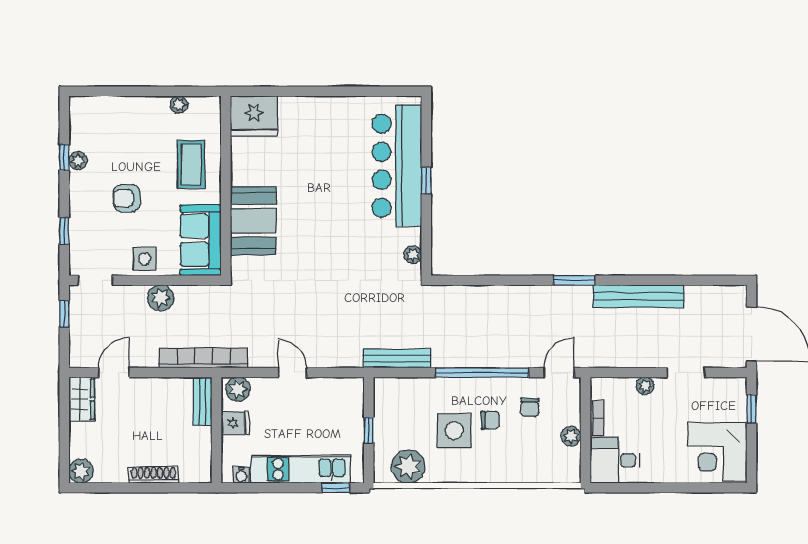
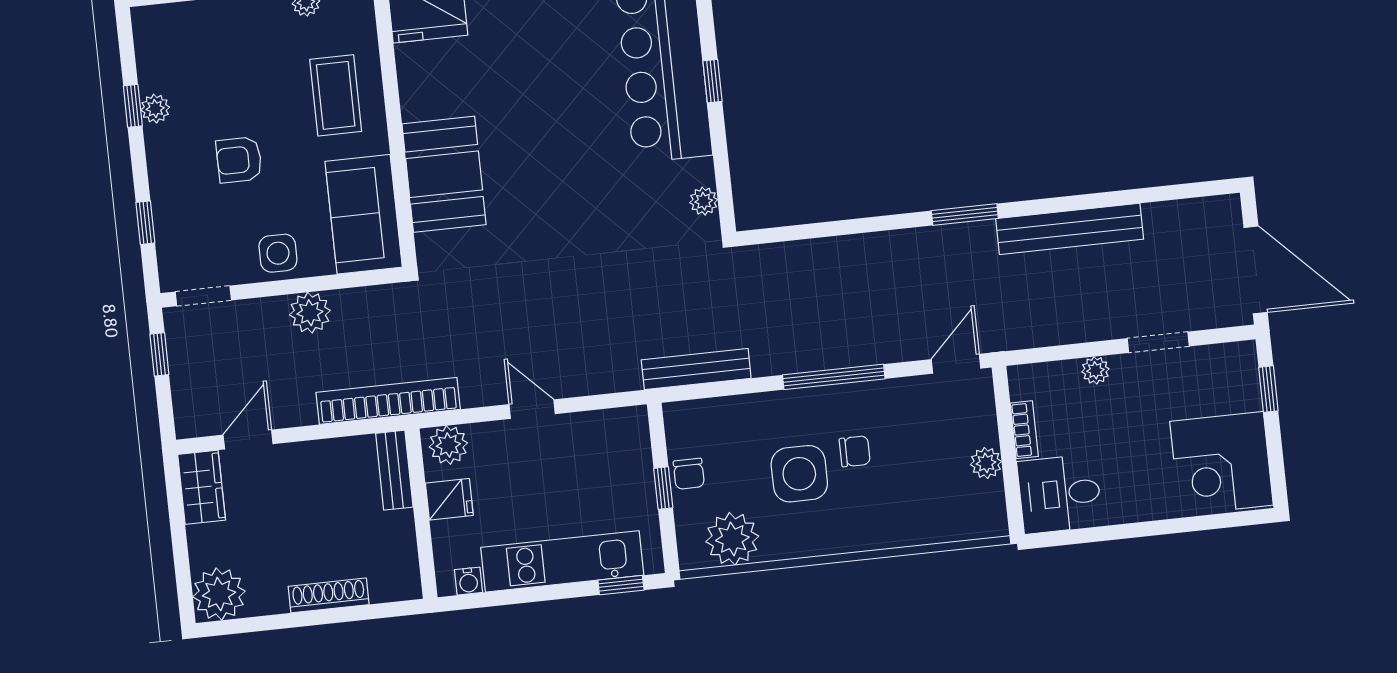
window: (482, 373) -> (834, 377), width x0.68
chair: (530, 407) -> (689, 474), moved
plant: (81, 471) -> (219, 594), width x1.36, depth x1.36

